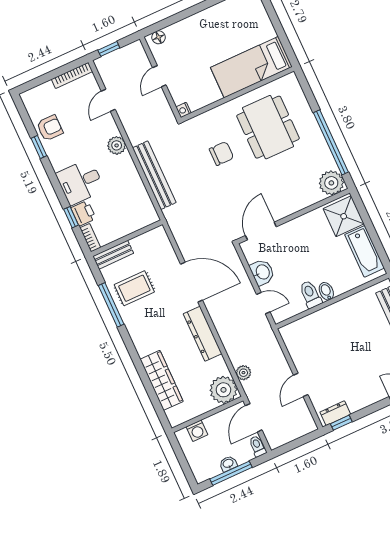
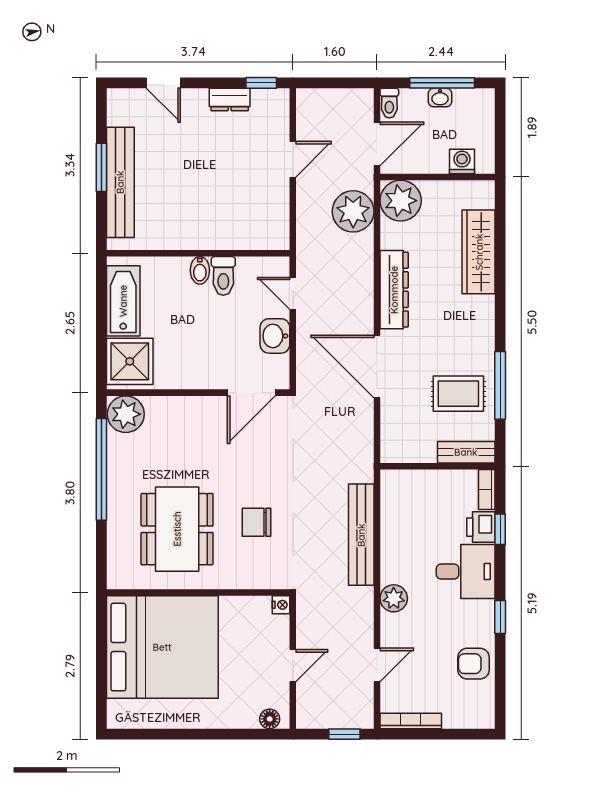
bed: (251, 67) -> (162, 647), width x2.04
window: (39, 147) -> (500, 617), moved
plant: (243, 373) -> (353, 211), width x1.88, depth x1.88
dresser: (335, 413) -> (230, 99), moved

